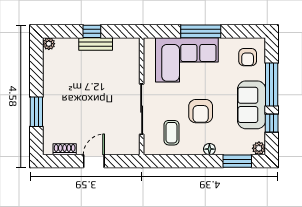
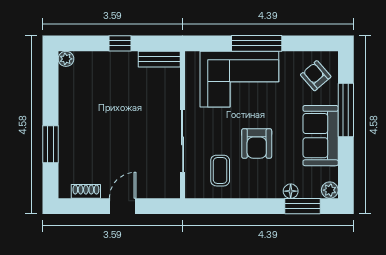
bench: (96, 44) -> (159, 59), moved
armchair: (248, 57) -> (316, 76), turned 139
window: (272, 123) -> (346, 159), removed
floor lamp: (209, 149) -> (291, 191), moved

